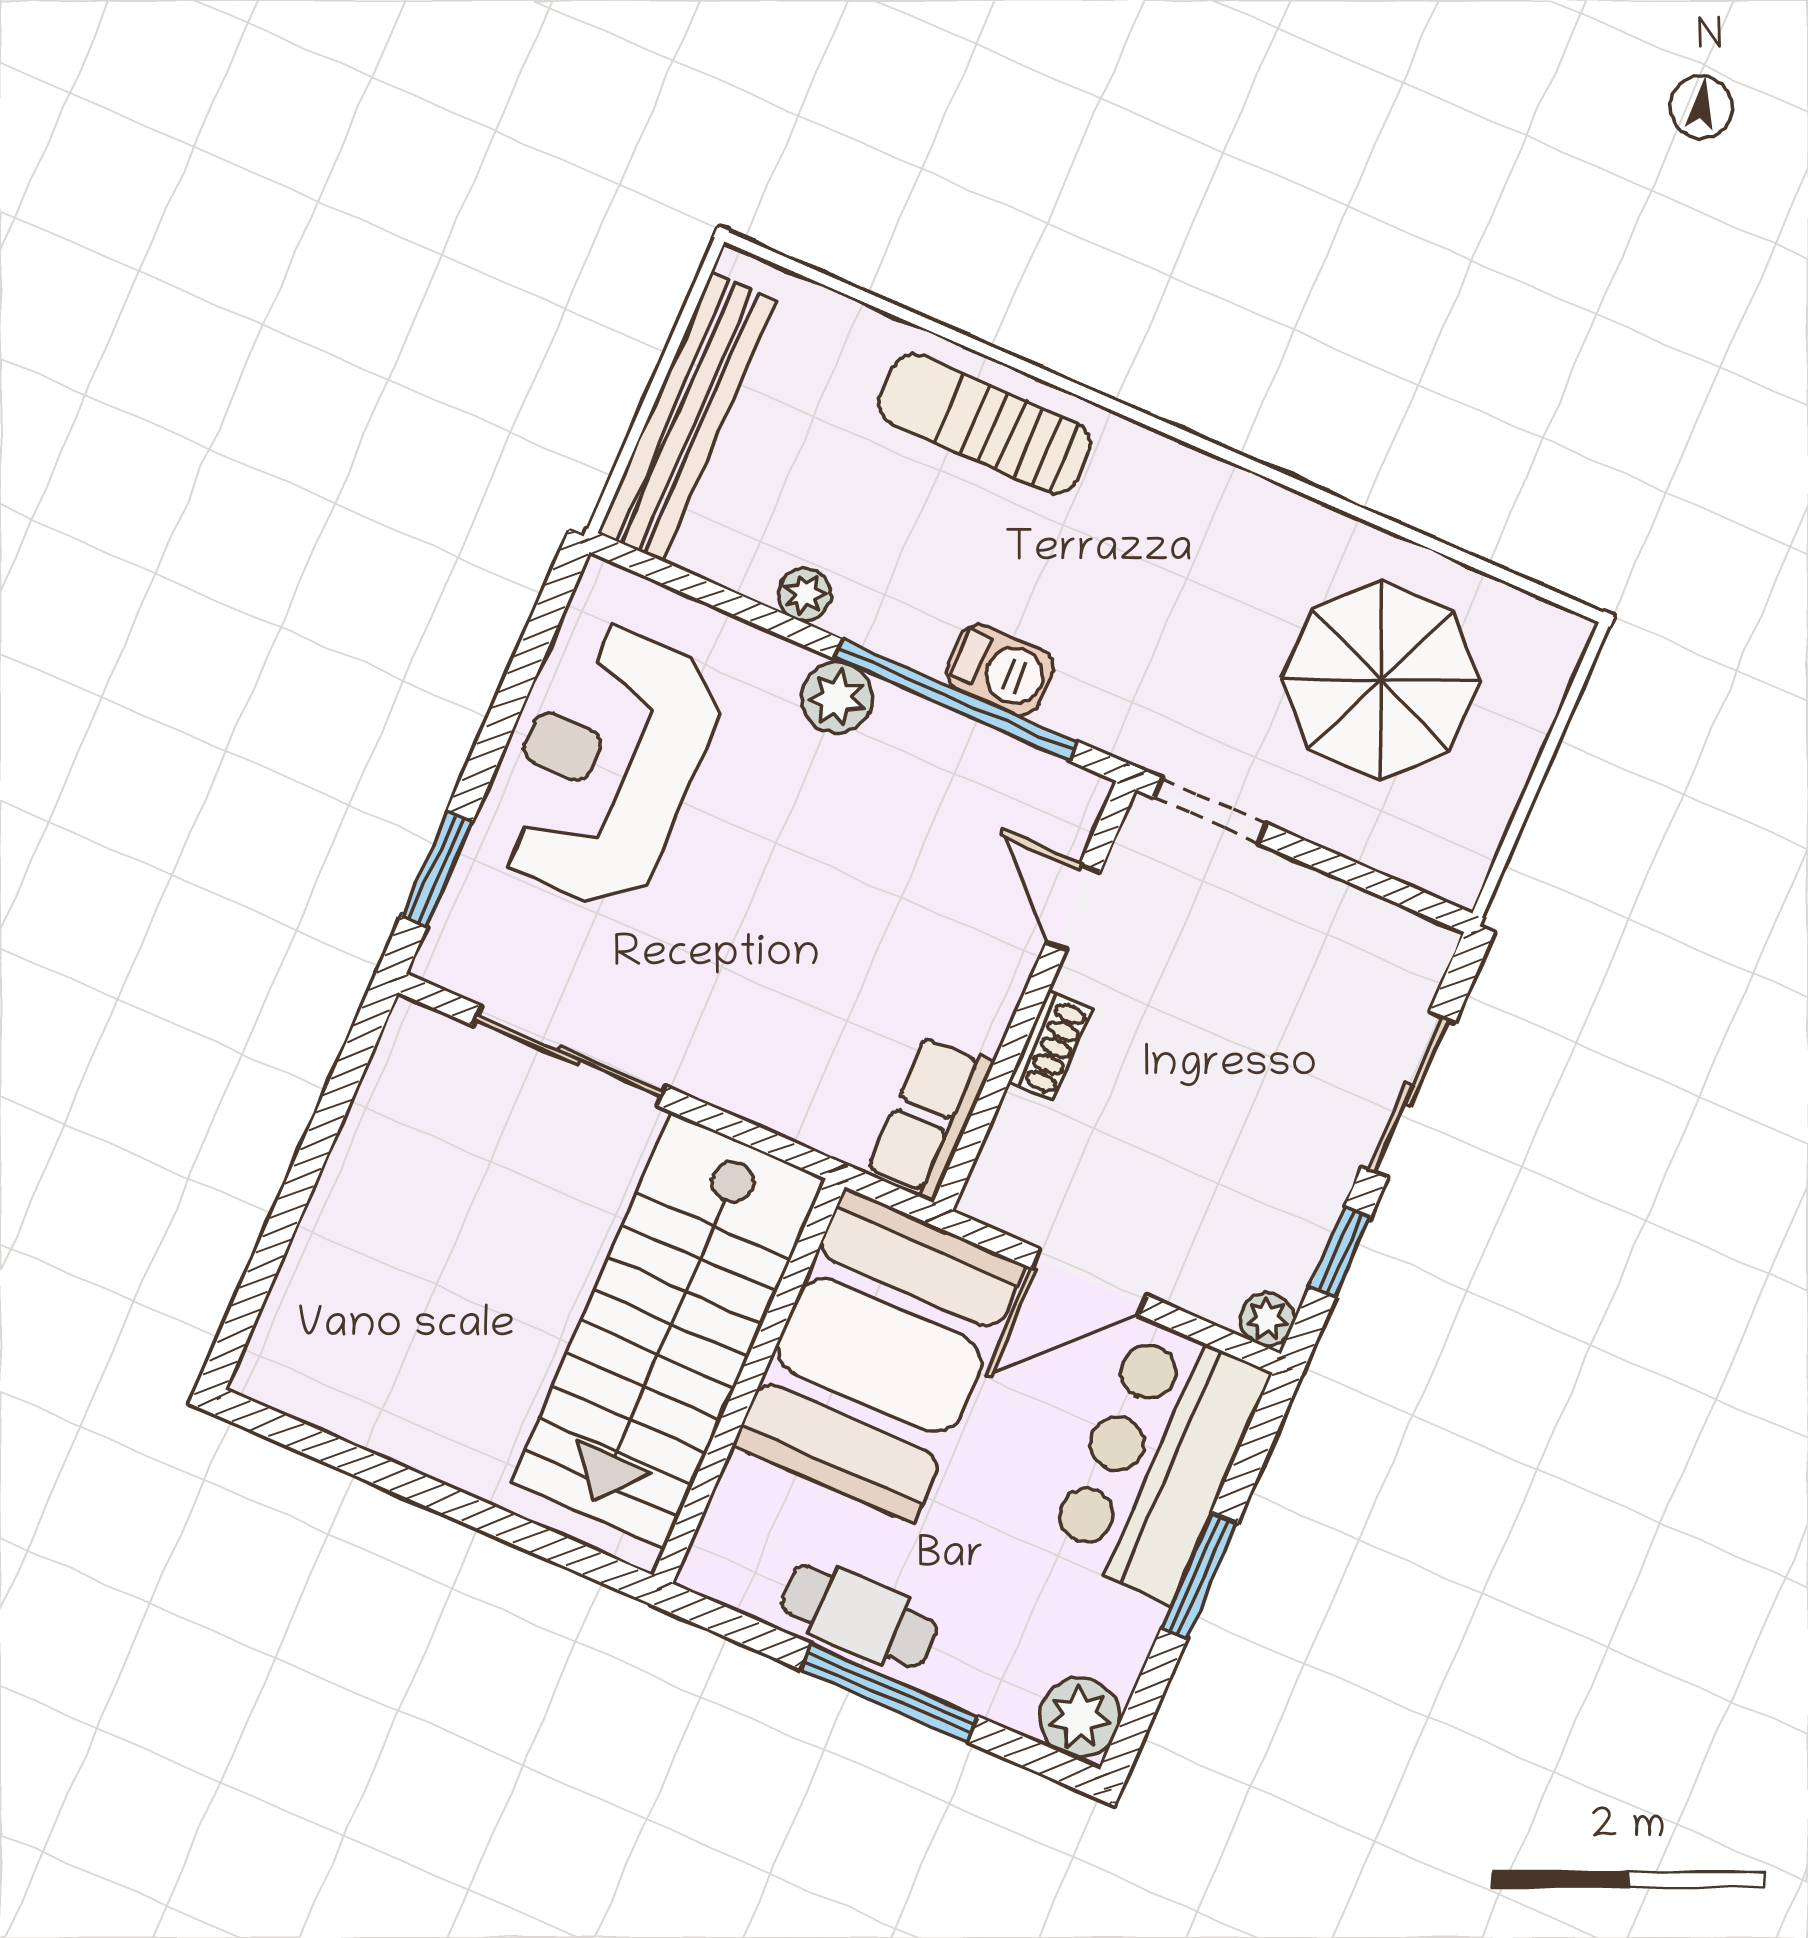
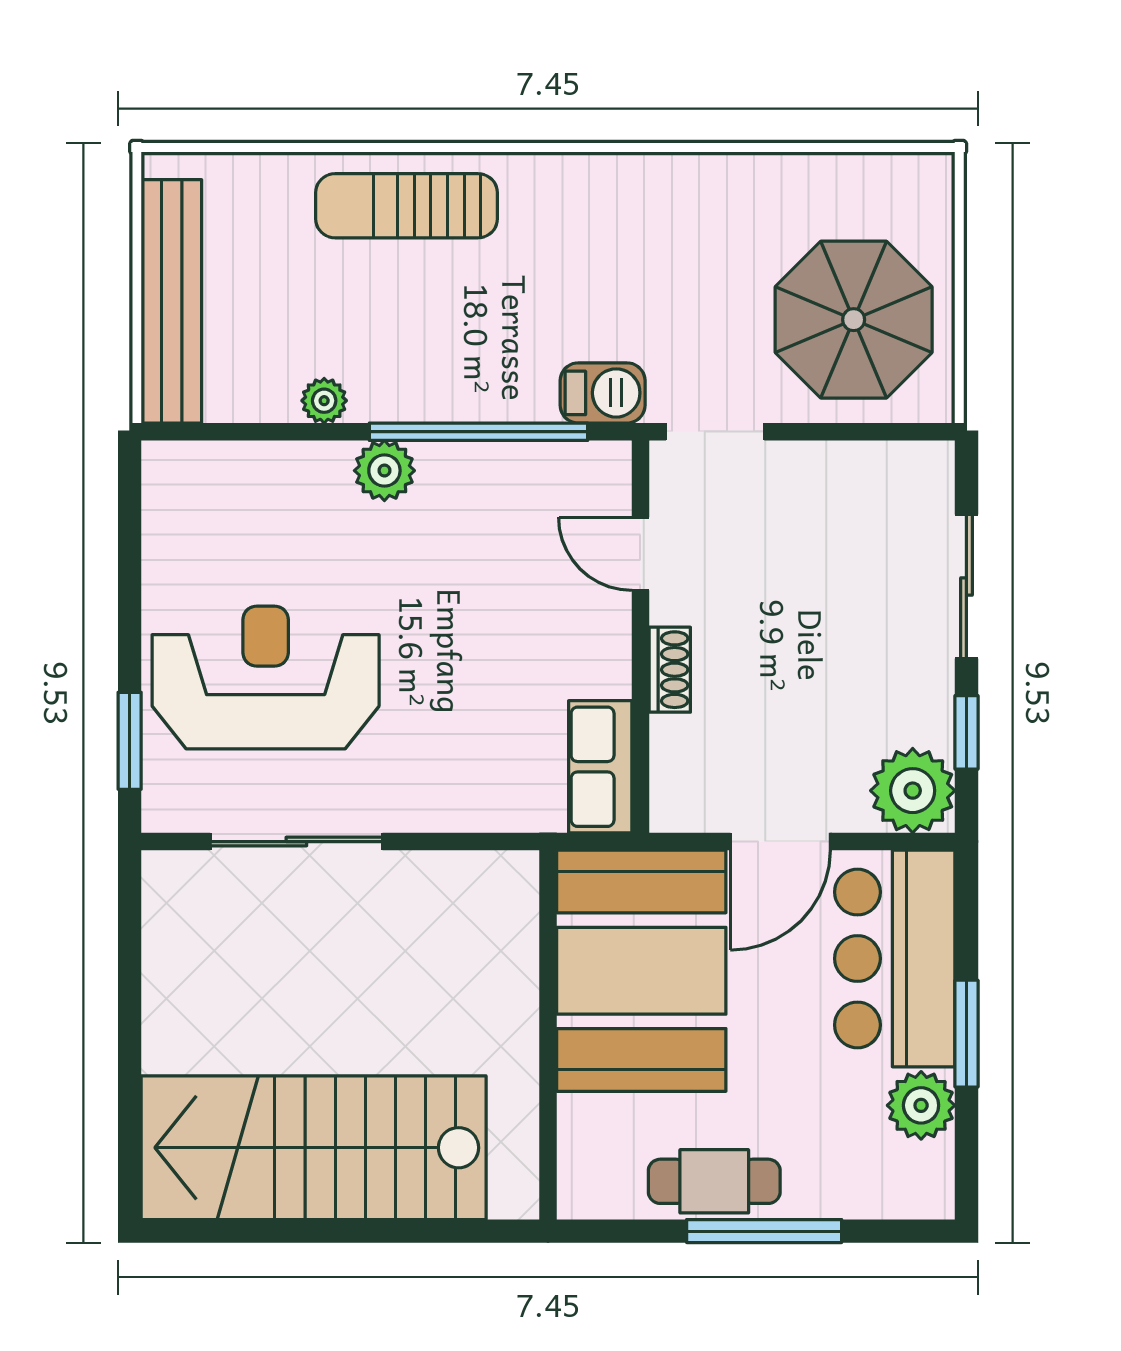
barbecue: (1000, 670) -> (603, 393), moved
parasol: (1381, 680) -> (854, 320), moved
reception desk: (607, 766) -> (266, 678), moved, turned 90
plant: (1267, 1319) -> (913, 791), width x1.88, depth x1.88
stairs: (668, 1330) -> (314, 1148), moved, turned 90
plant: (1080, 1717) -> (921, 1105), moved

